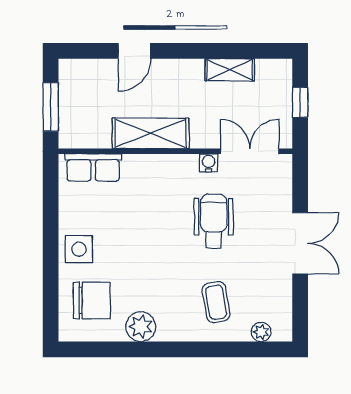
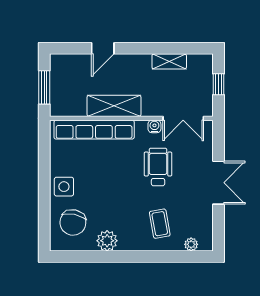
double door: (250, 151) -> (183, 118), swing flipped
row of seats: (93, 167) -> (94, 130), width x2.02
chair: (92, 301) -> (73, 223), turned 102

